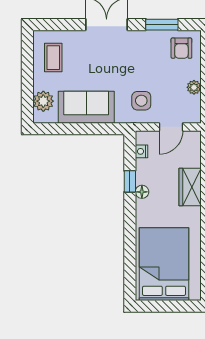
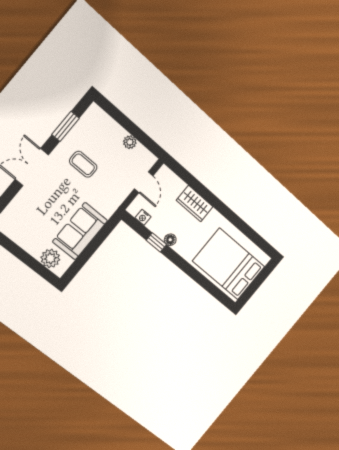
armchair: (181, 48) -> (95, 127), removed
coffee table: (53, 58) -> (83, 164), moved
side table: (141, 101) -> (108, 188), removed

